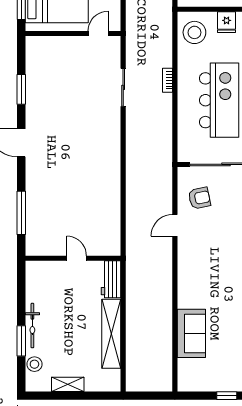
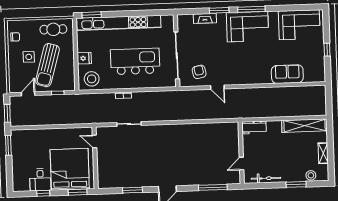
door: (77, 258) -> (242, 164), moved
bicycle: (32, 326) -> (266, 178), moved
shelving: (111, 334) -> (305, 126), moved

